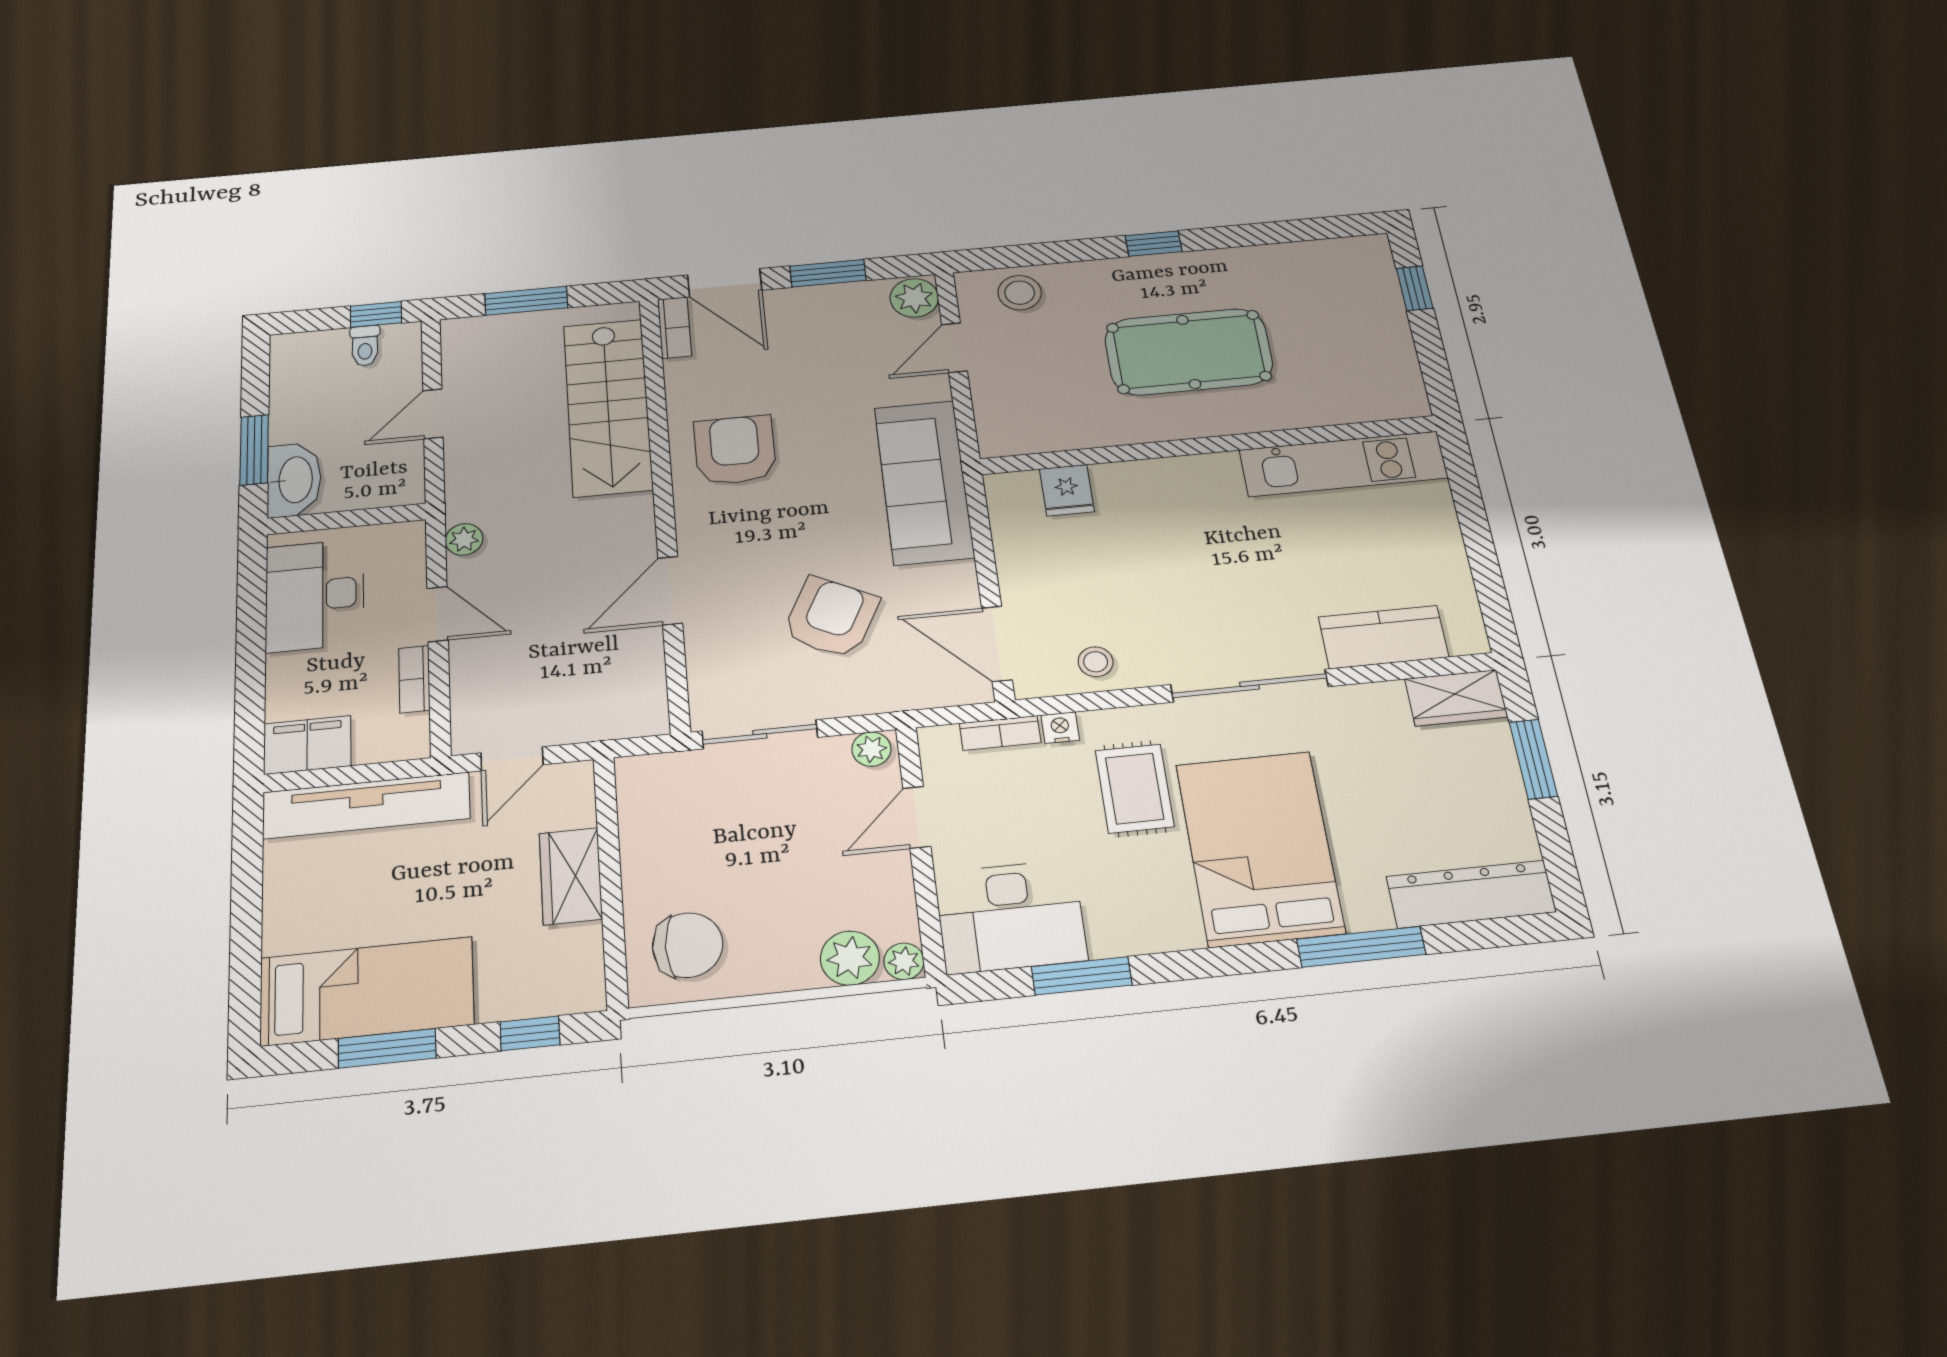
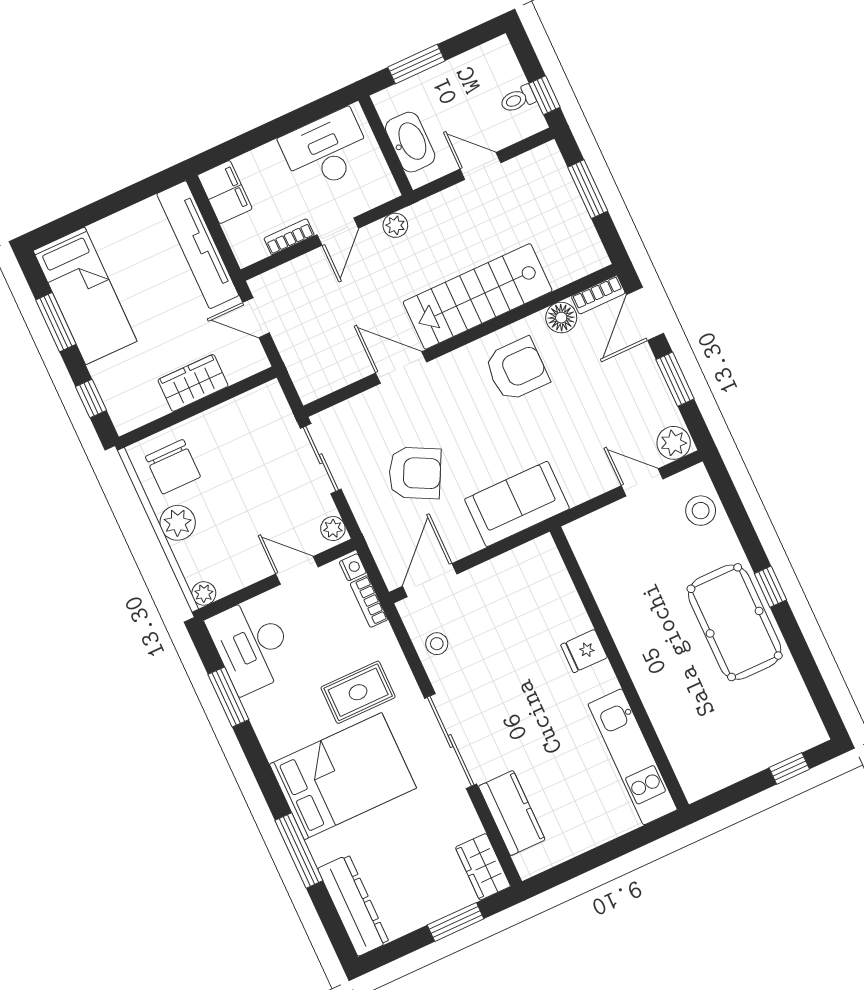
pool table: (1189, 352) -> (735, 622), moved
floor lamp: (686, 378) -> (561, 318), added
stairs: (608, 407) -> (478, 296), moved
washbasin: (294, 480) -> (410, 142), moved, turned -90
sofa: (924, 482) -> (517, 504), width x0.73
fridge: (1067, 490) -> (584, 651), moved
nightstand: (1060, 728) -> (353, 567), moved
plant: (850, 958) -> (178, 523), moved

